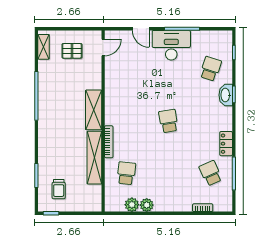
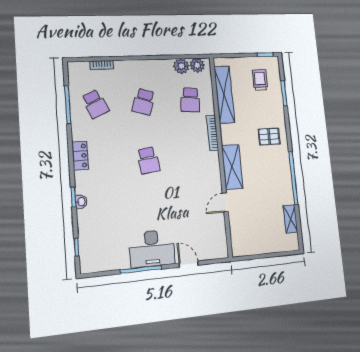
shelving: (44, 47) -> (290, 219), moved
door: (103, 47) -> (225, 203), moved
pallet: (72, 51) -> (269, 137), moved
school desk: (211, 69) -> (144, 102), moved
washbasin: (226, 95) -> (81, 202), width x0.52, depth x0.69
locker: (226, 144) -> (80, 156), moved
shelving: (94, 158) -> (224, 95), moved
plant: (147, 205) -> (197, 65), moved

